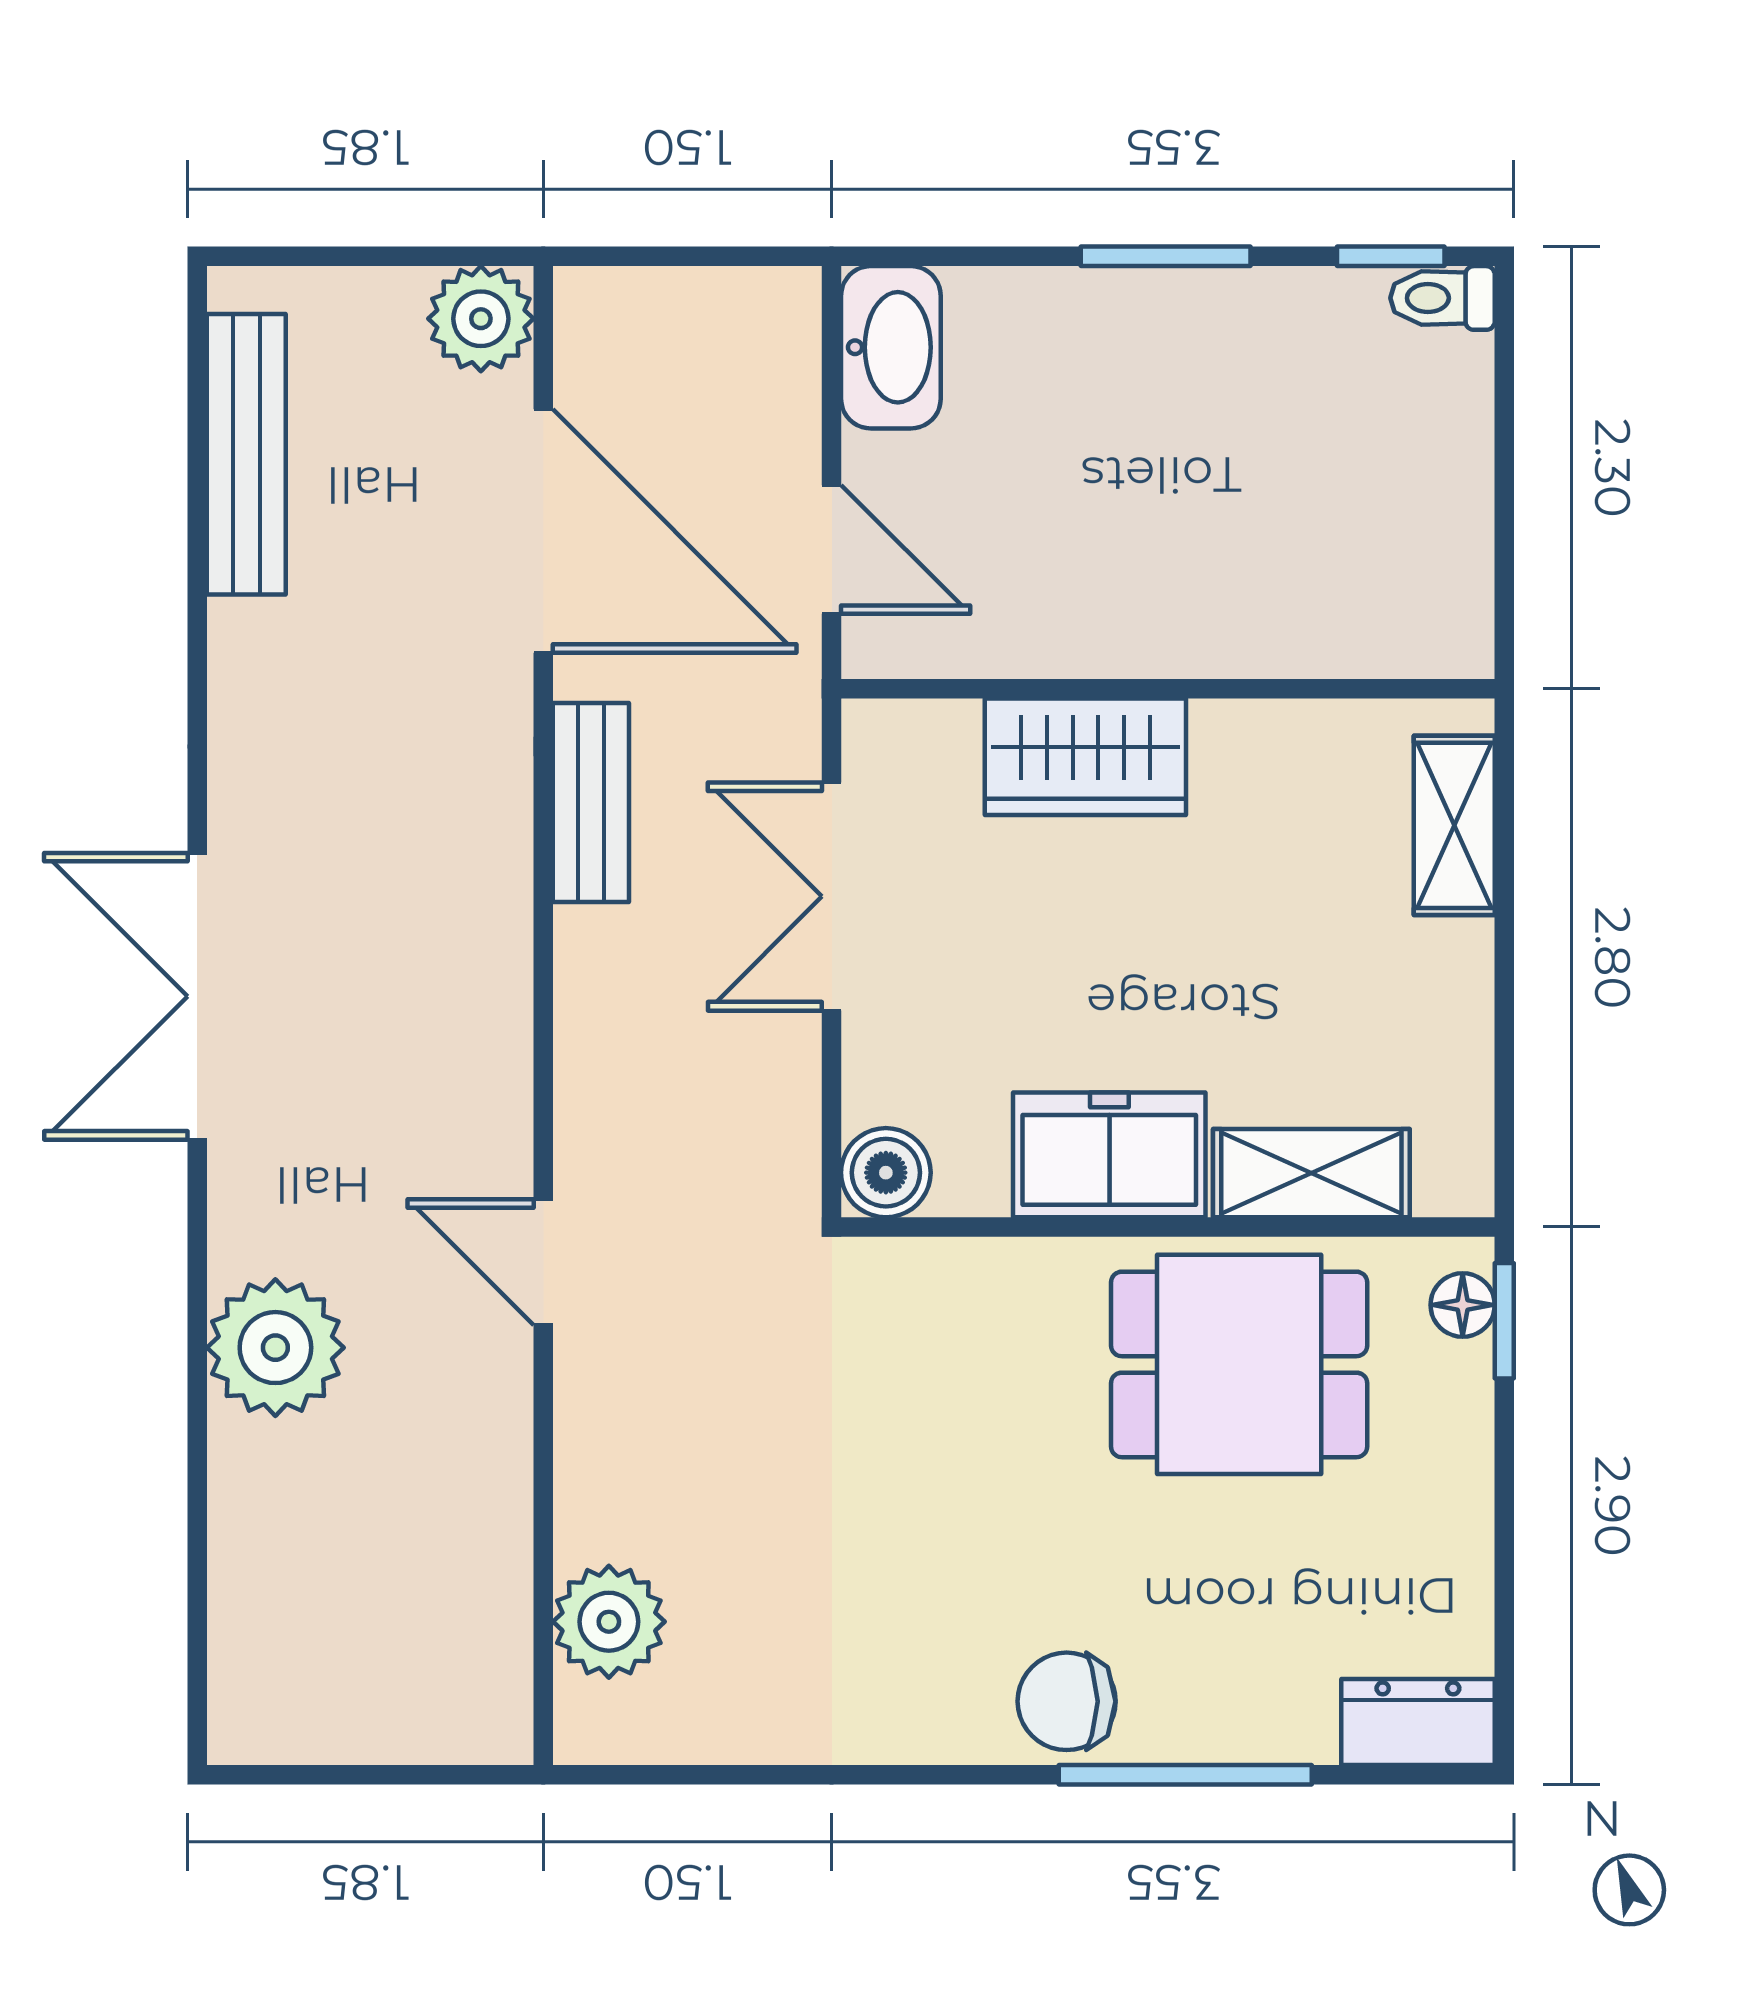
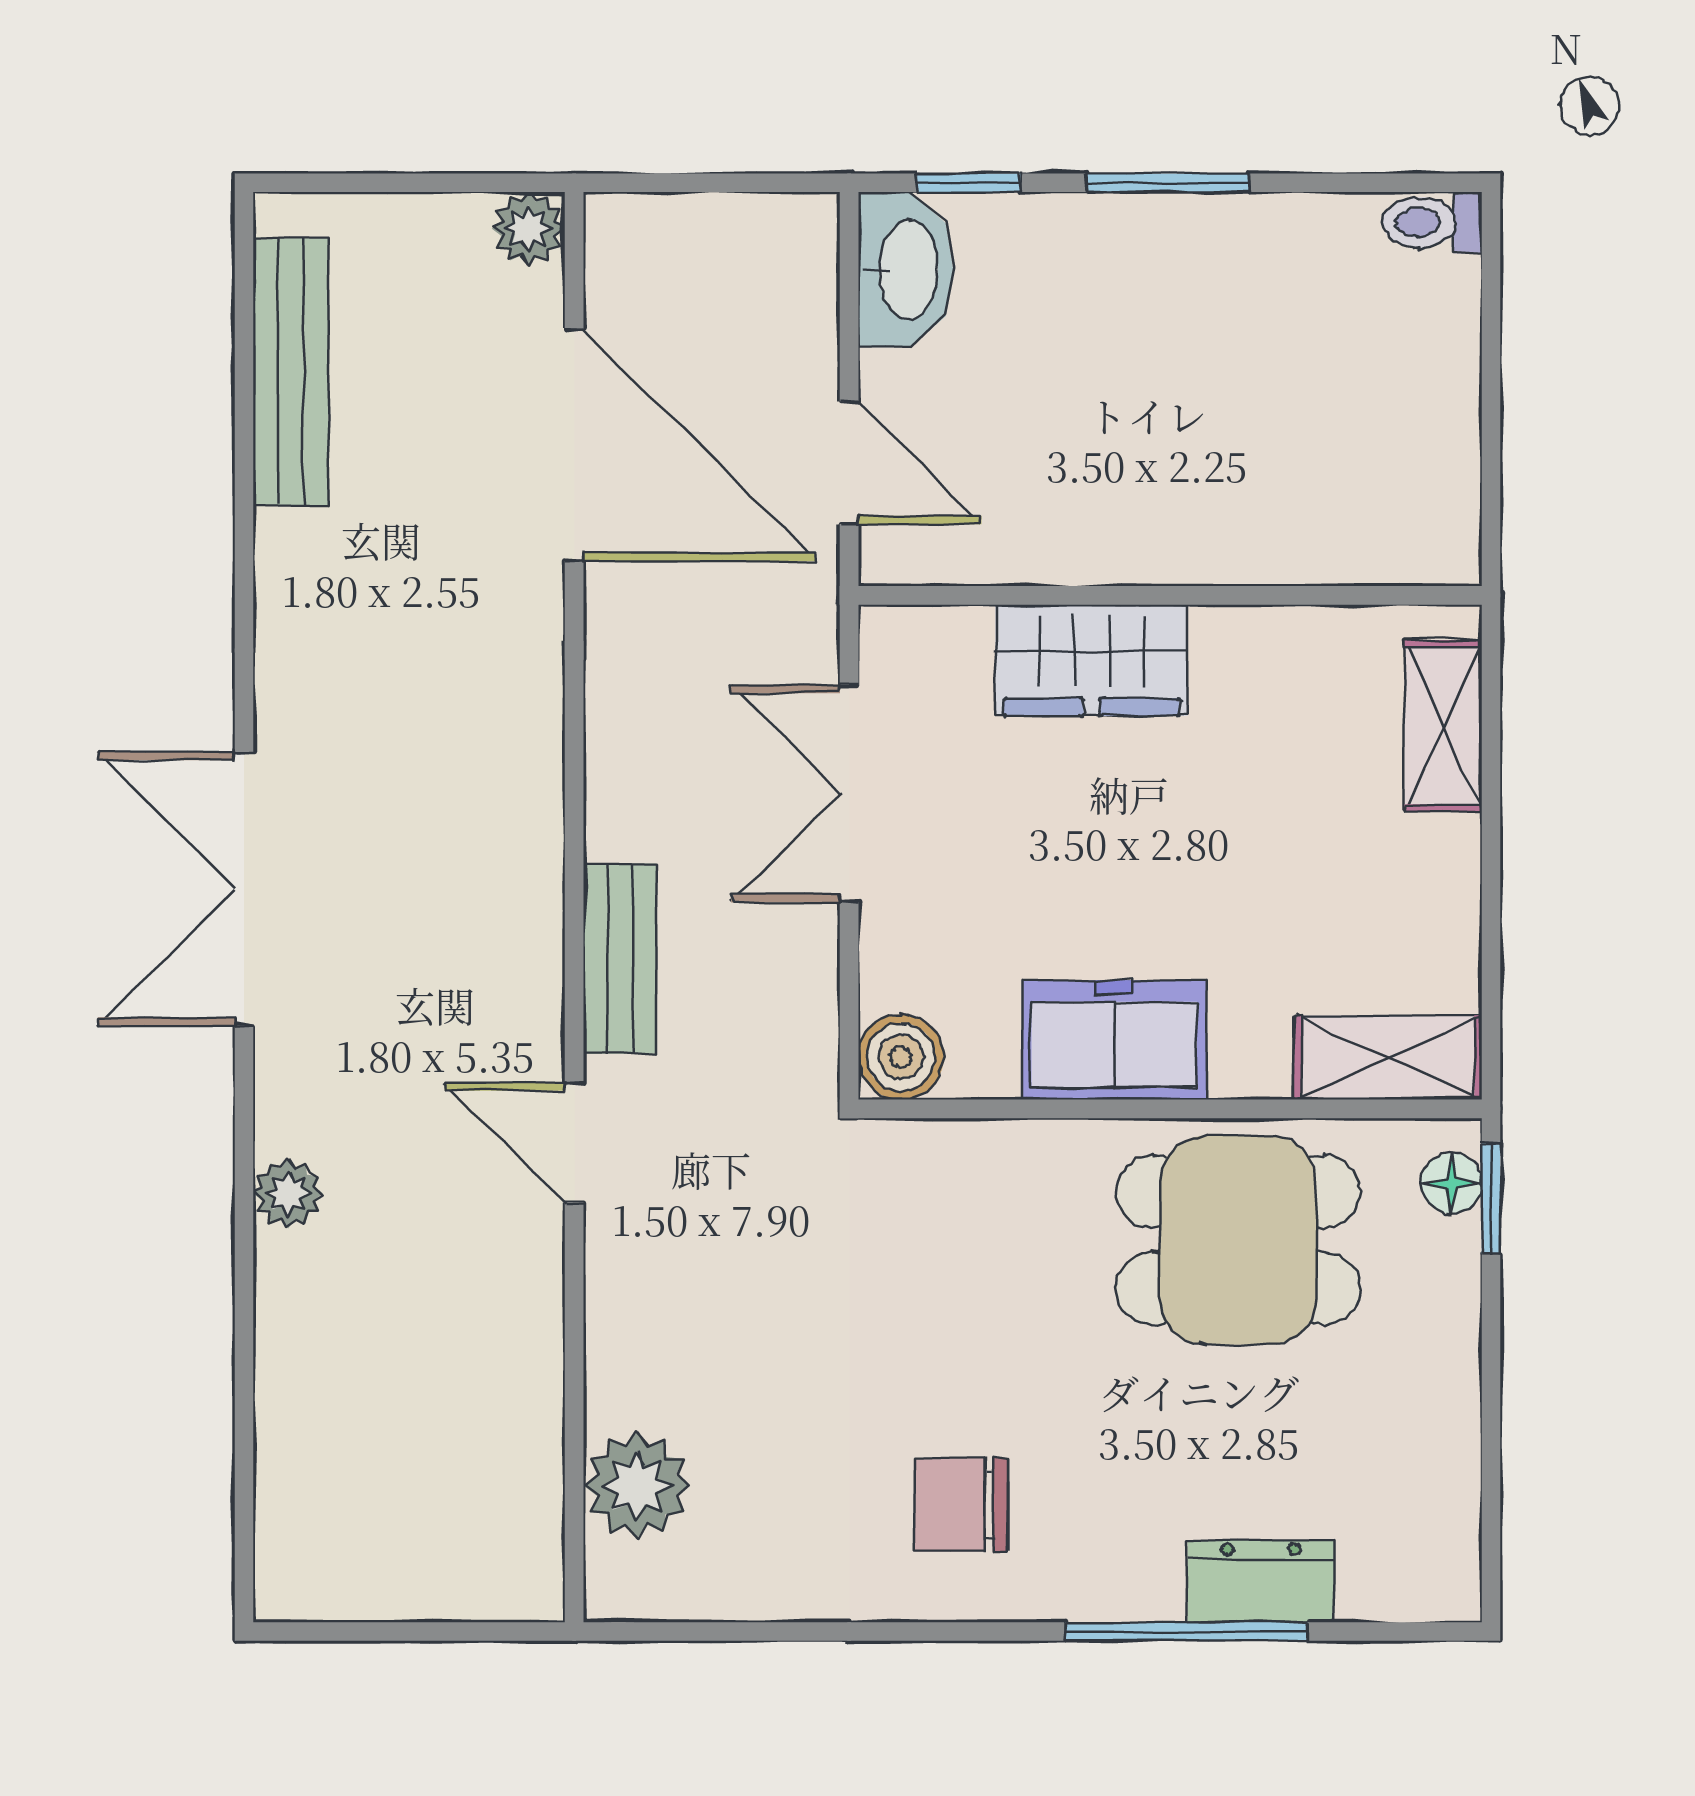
window: (1391, 256) -> (969, 183), moved
plant: (481, 319) -> (528, 229), width x0.73, depth x0.73
bench: (591, 803) -> (620, 959), moved
shelving: (1311, 1173) -> (1388, 1058), moved
plant: (275, 1348) -> (288, 1193), width x0.53, depth x0.53
chair: (1067, 1701) -> (961, 1505), moved
dresser: (1418, 1722) -> (1261, 1581), moved

